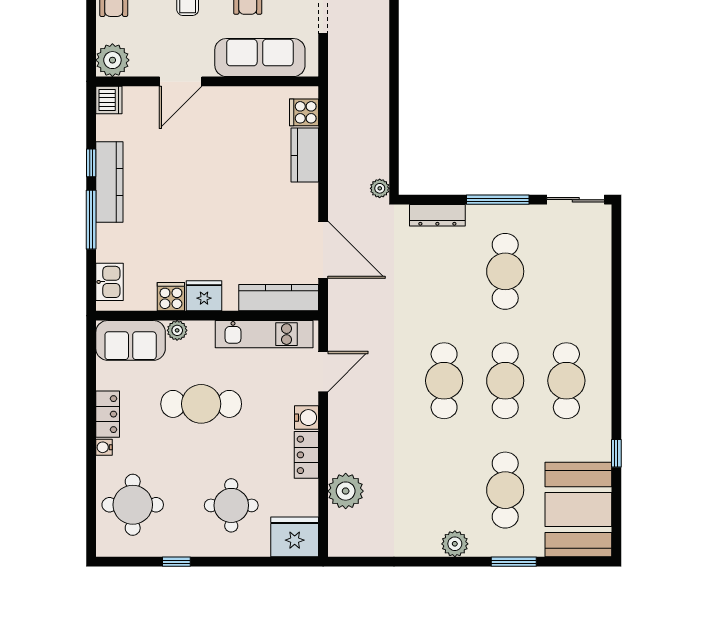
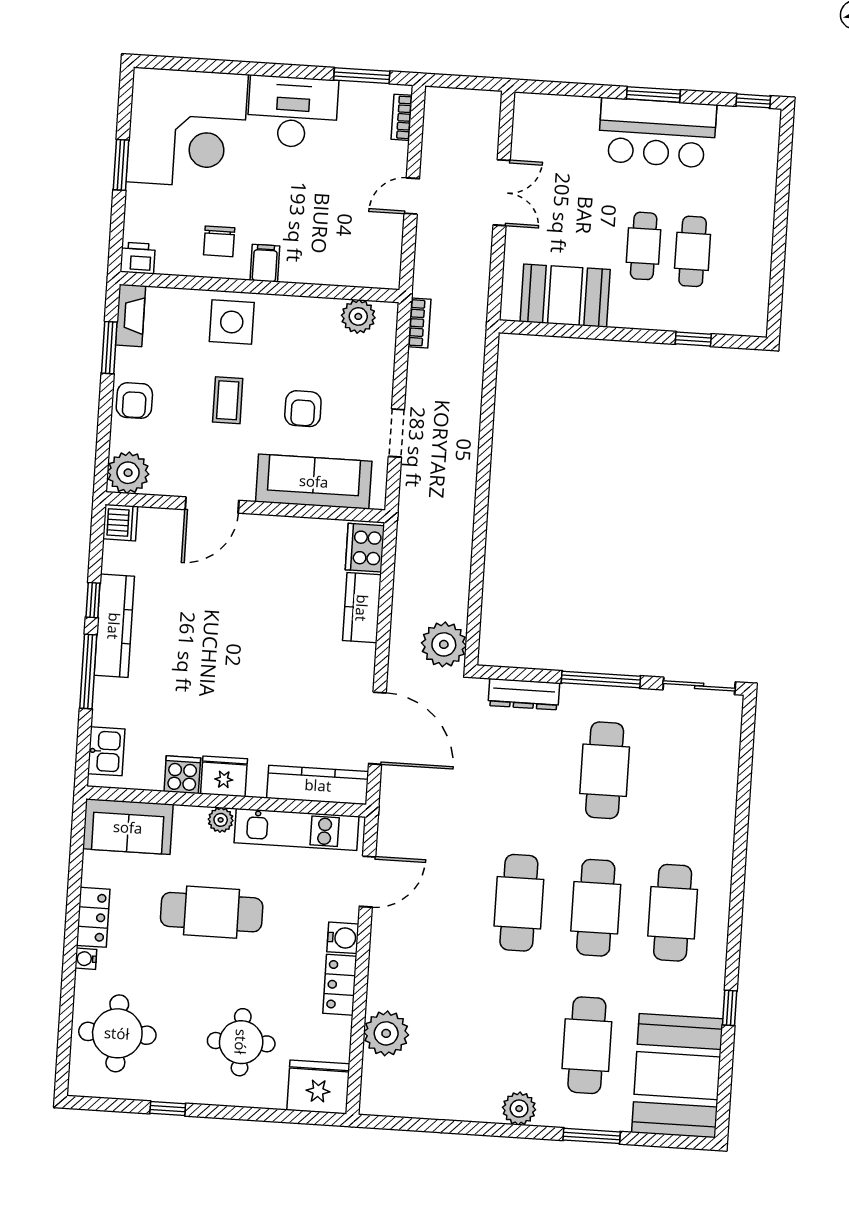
cooker: (304, 112) -> (365, 548), width x1.36
plant: (380, 188) -> (444, 644), width x1.88, depth x1.88
plant: (177, 330) -> (221, 820), moved

